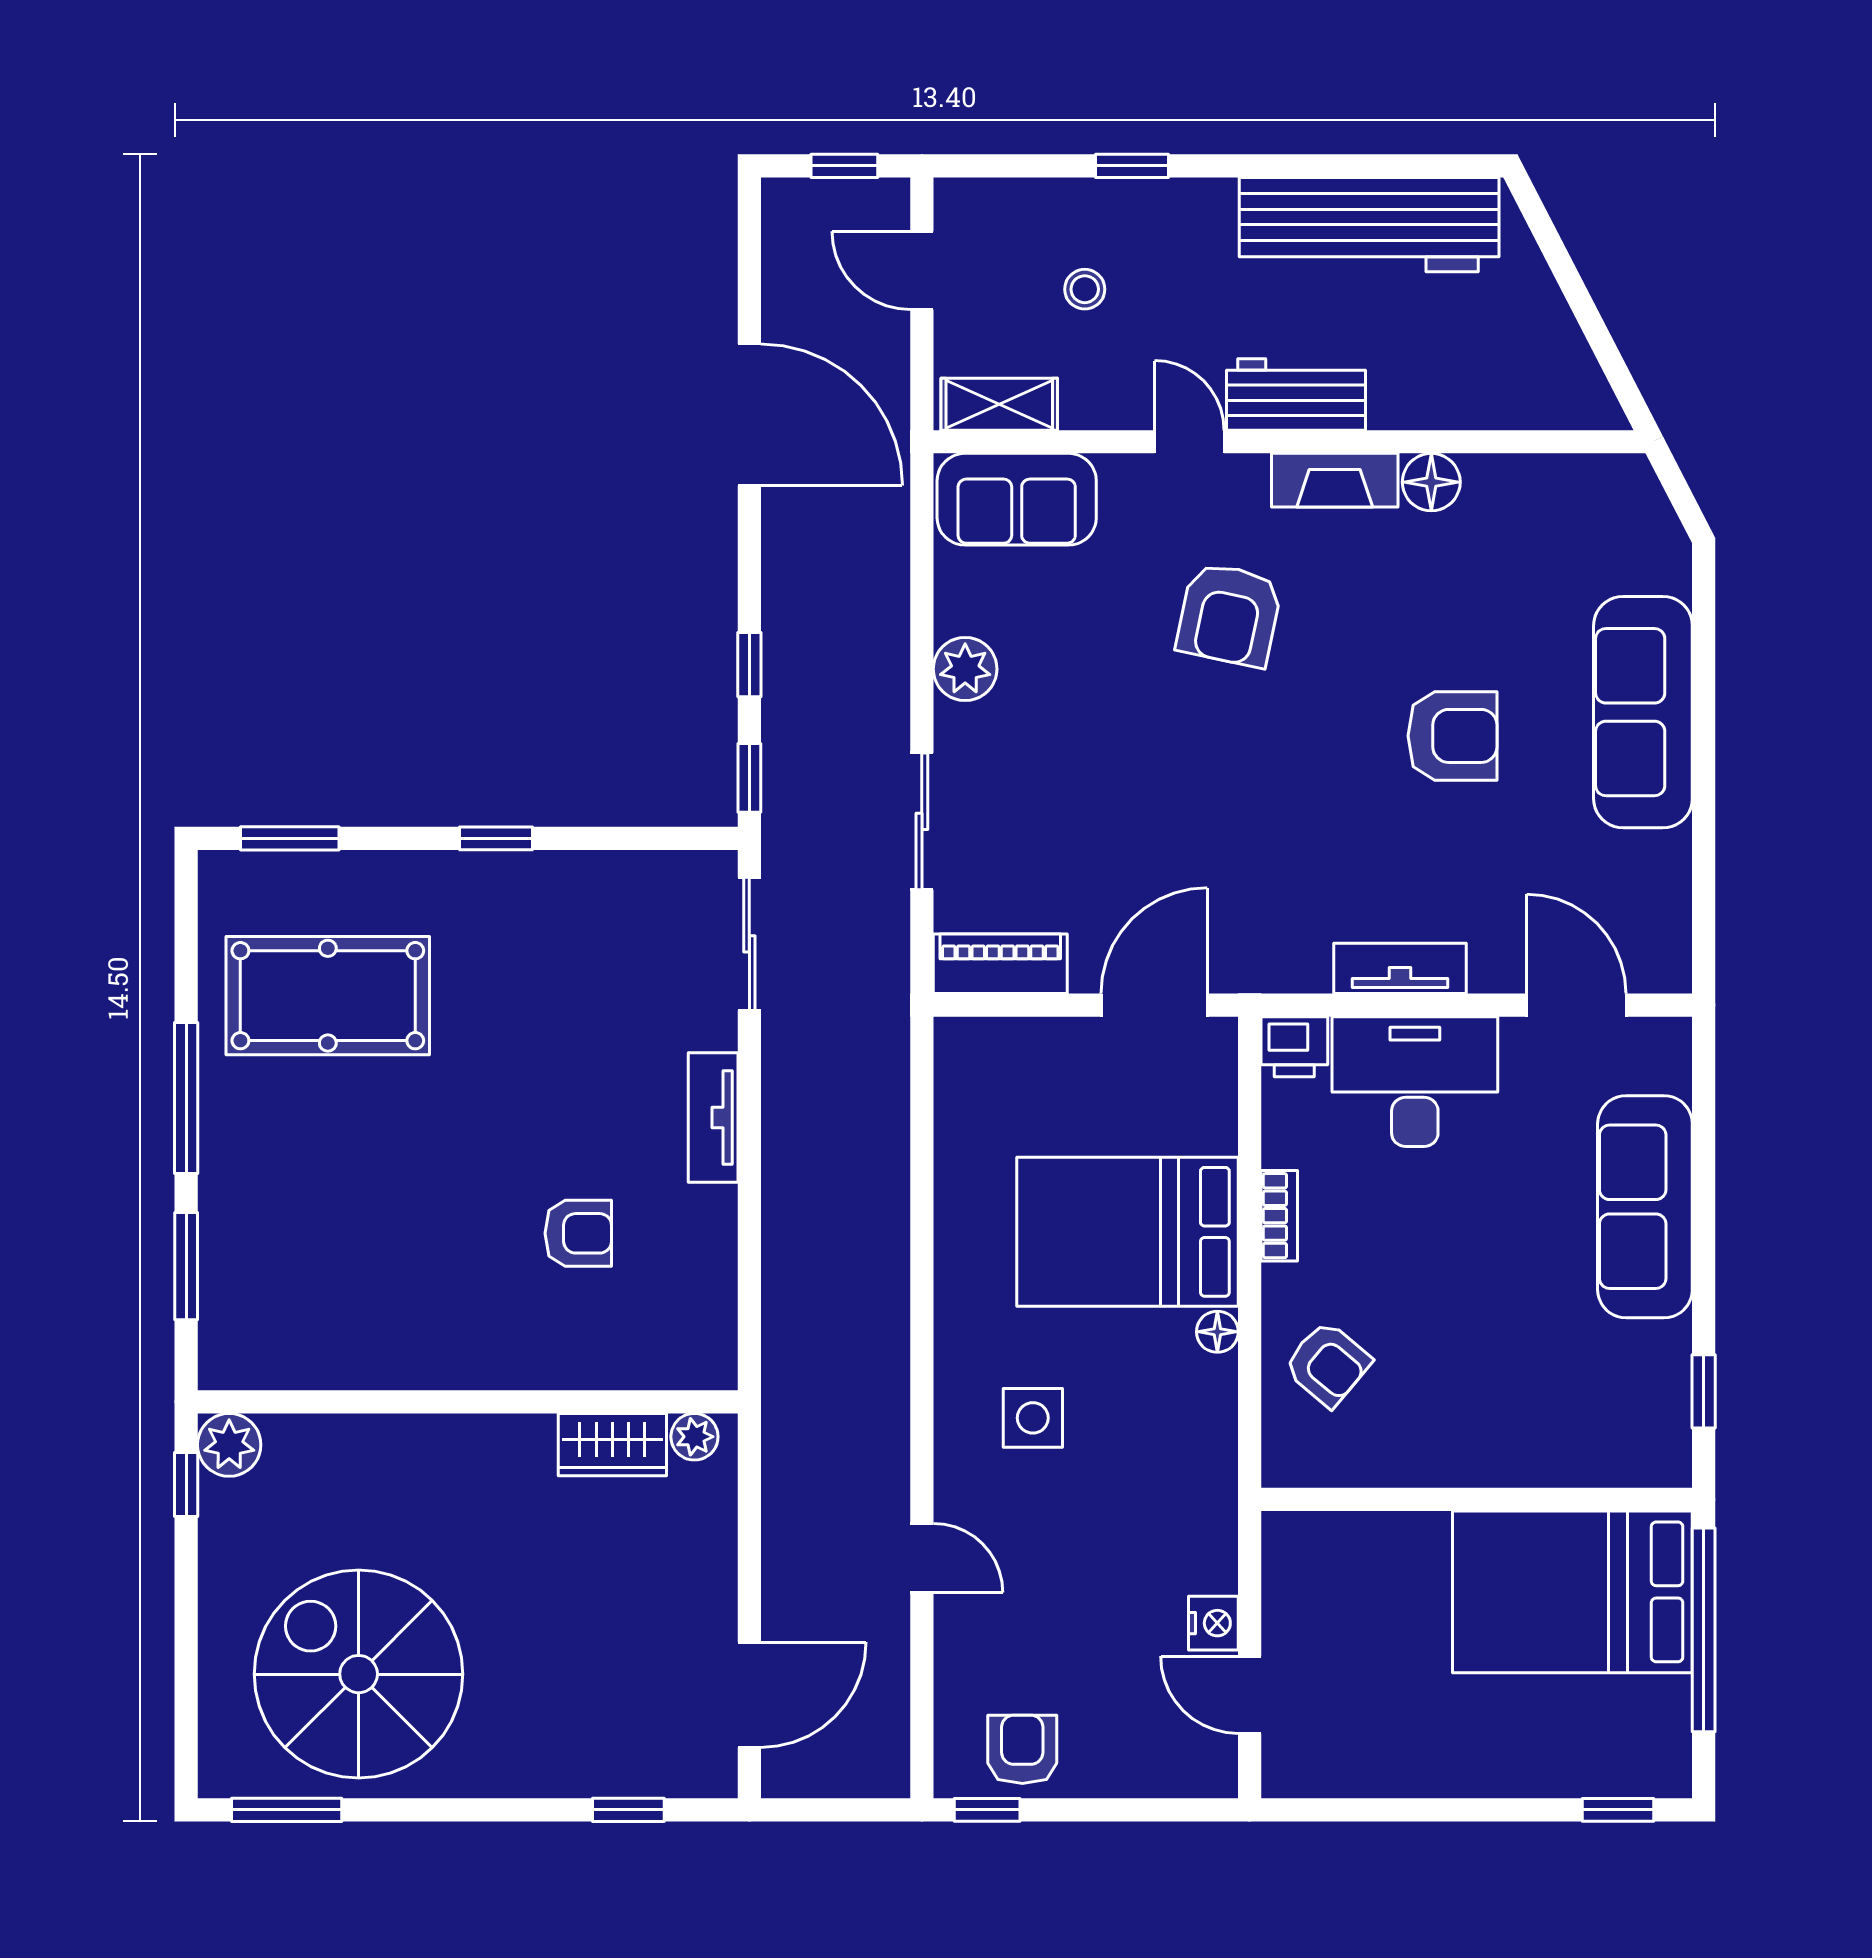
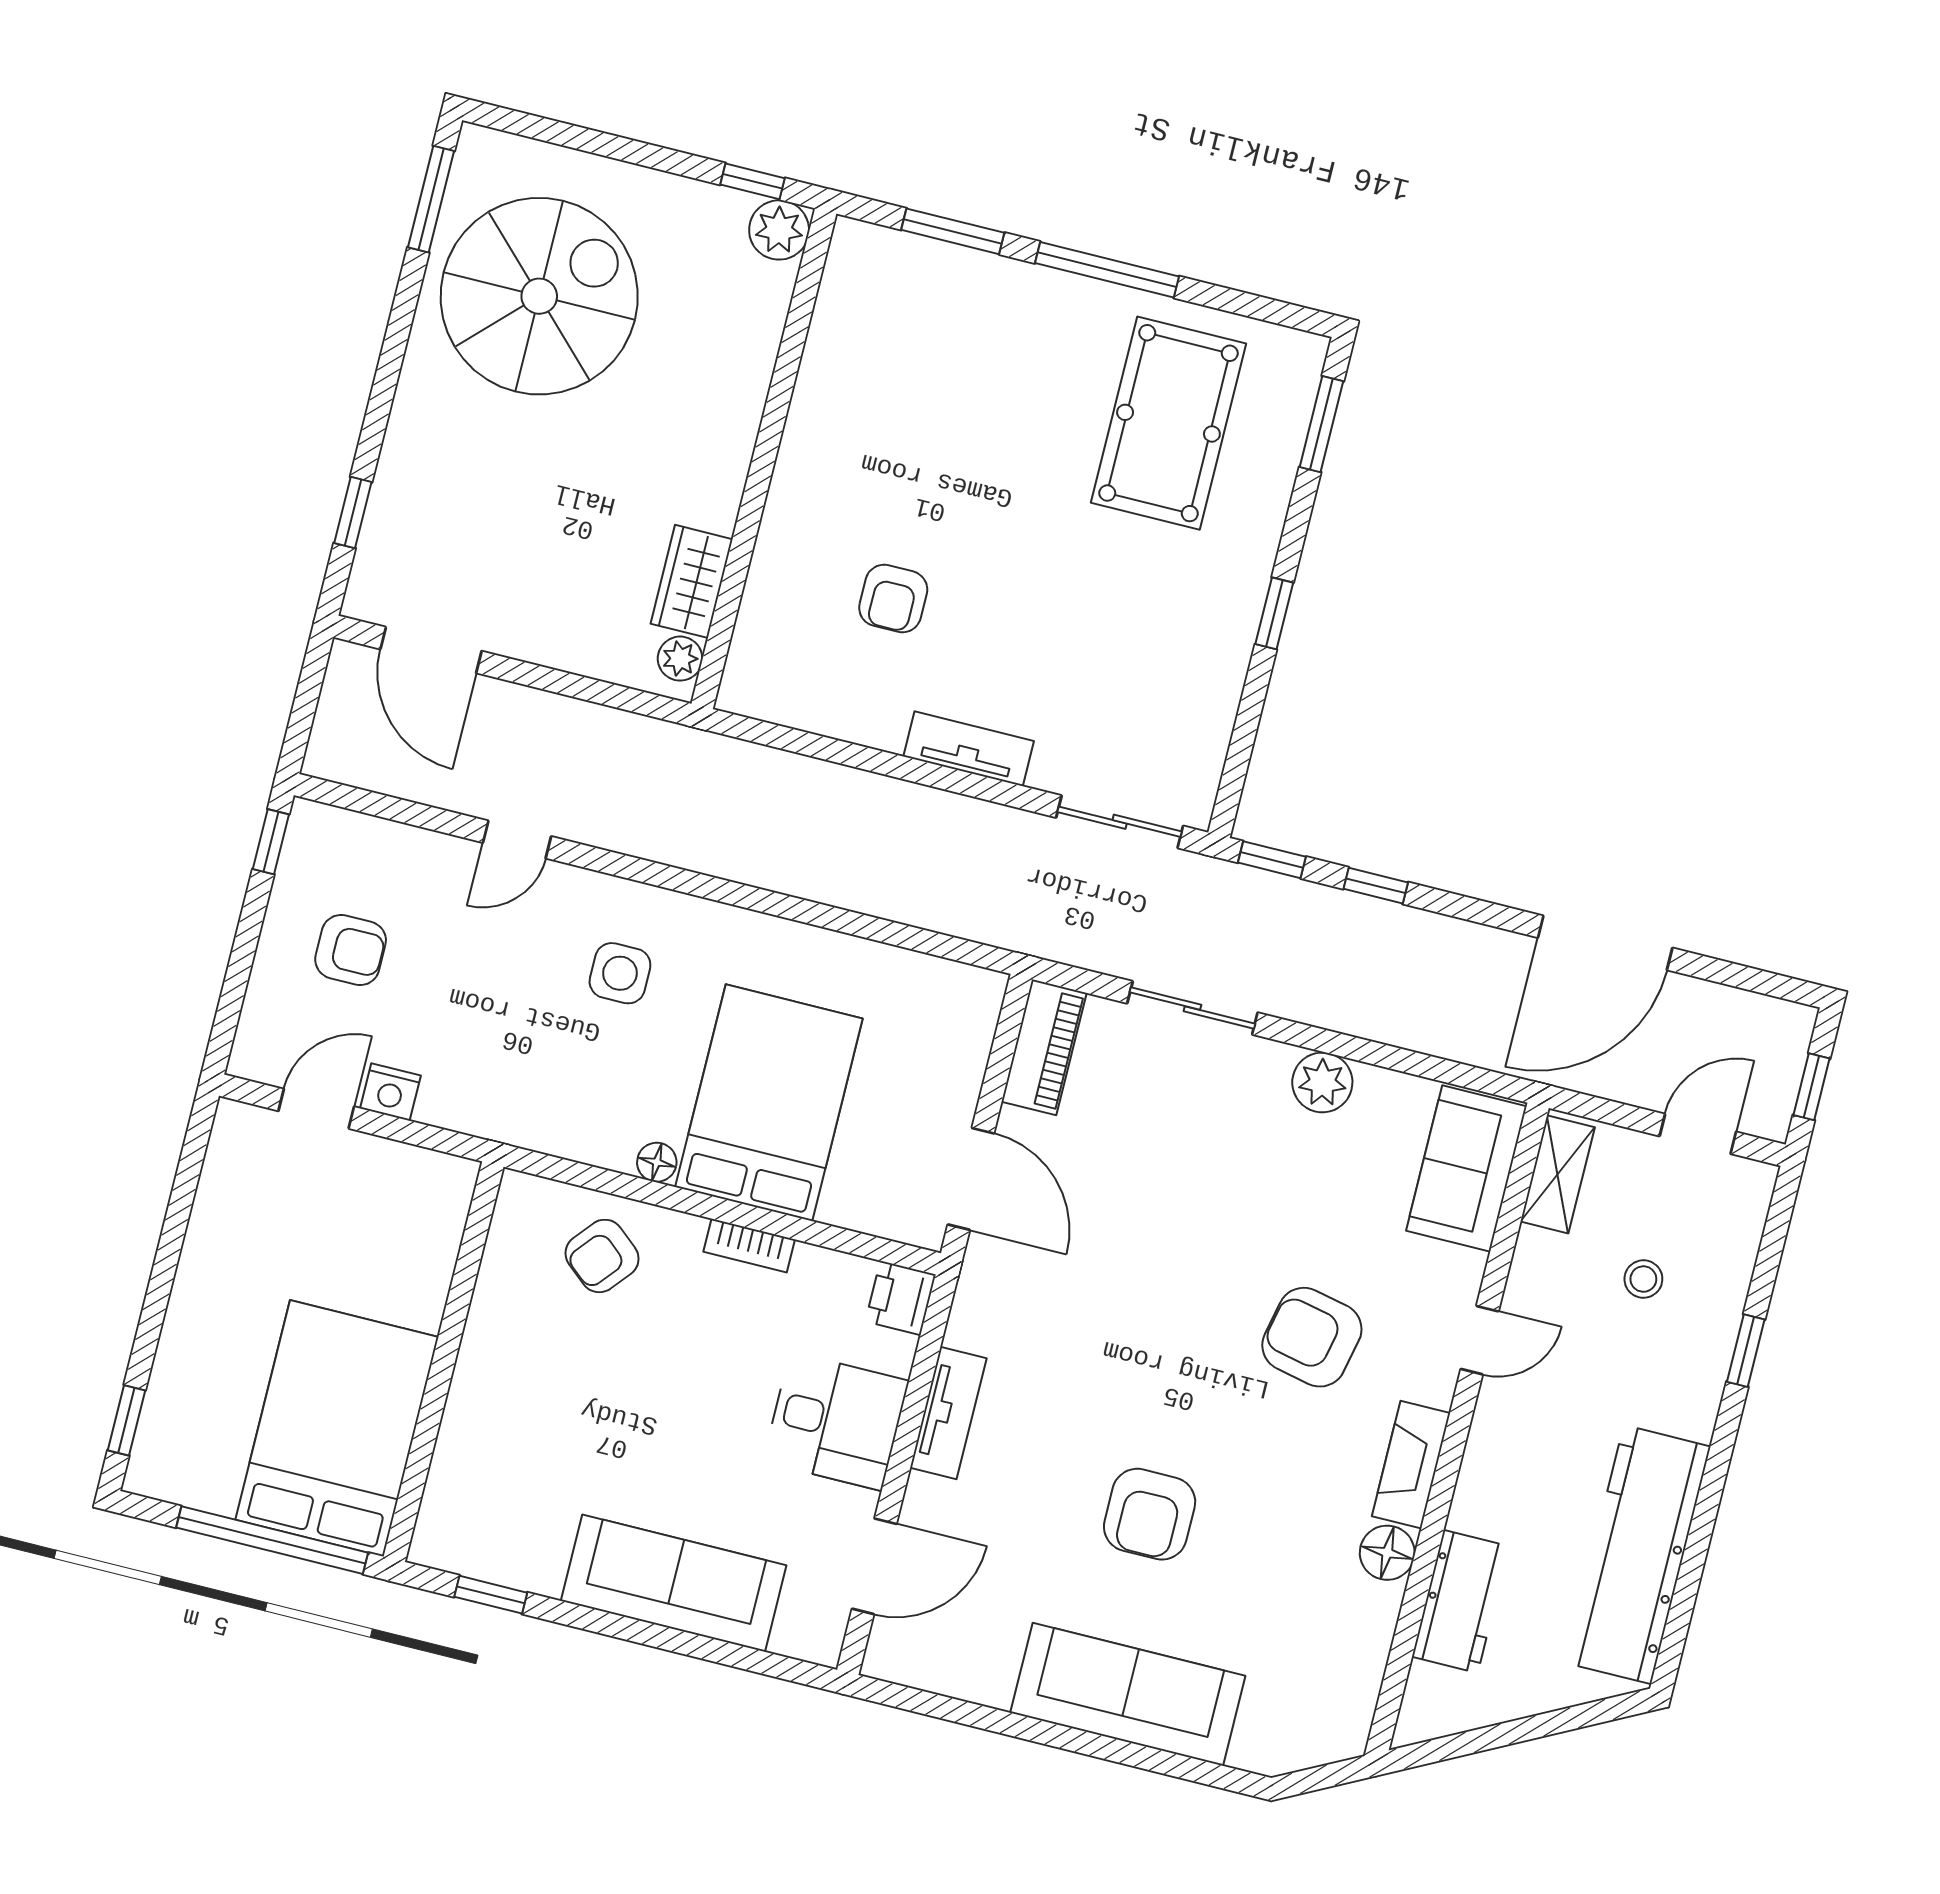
workbench: (1296, 394) -> (1460, 1601), moved
desk: (1415, 1082) -> (836, 1421), width x0.73
armchair: (1022, 1749) -> (351, 950), moved

